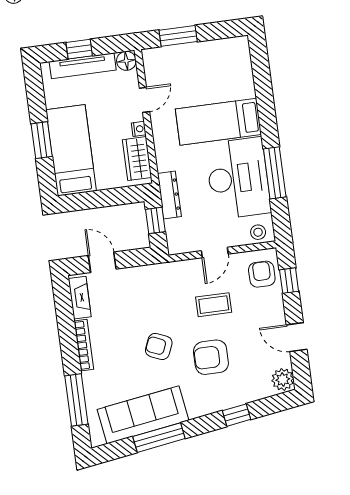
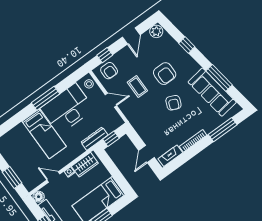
window: (275, 173) -> (46, 98), moved
armchair: (262, 274) -> (109, 71), turned -90

